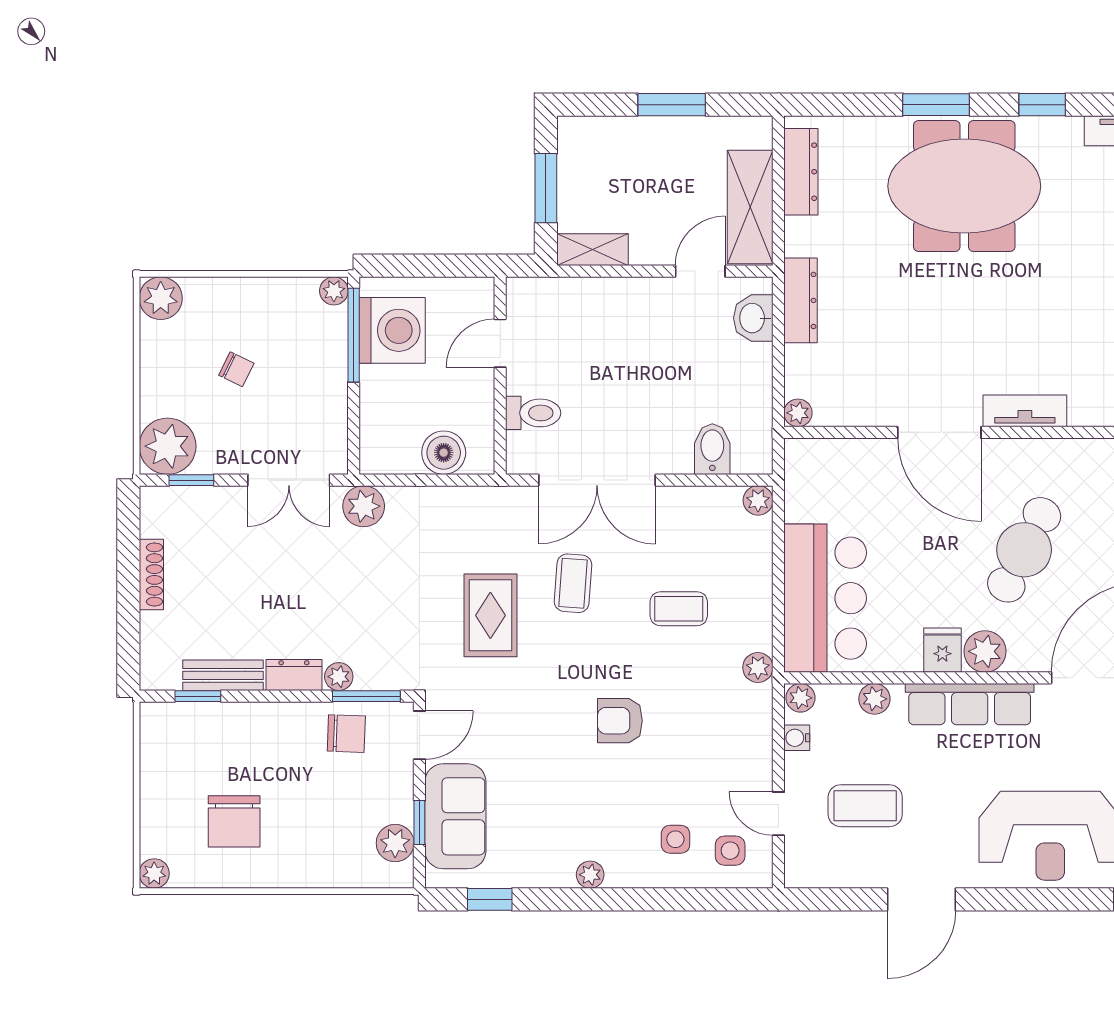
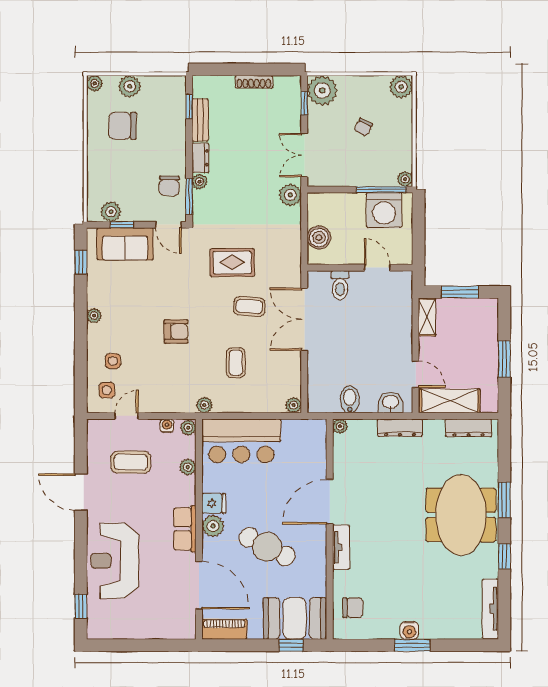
bidet: (712, 449) -> (350, 399), moved, turned -90
row of seats: (970, 704) -> (185, 529), width x0.68
armchair: (620, 721) -> (176, 331), turned 90
coffee table: (865, 806) -> (131, 462), turned 90
plant: (160, 808) -> (130, 86), added

